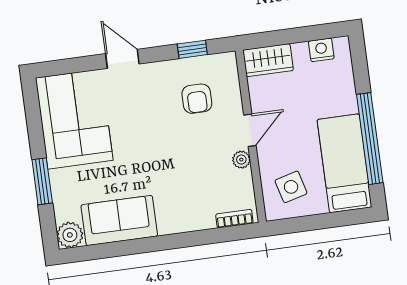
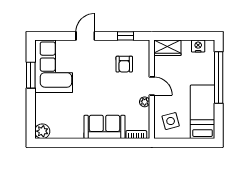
door: (122, 59) -> (85, 36), hinge flipped
door: (250, 130) -> (152, 86), hinge flipped
window: (370, 139) -> (219, 77), moved
window: (42, 181) -> (31, 75), moved
sofa: (119, 221) -> (104, 127), moved

